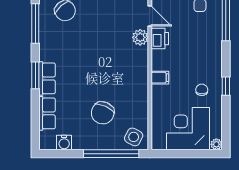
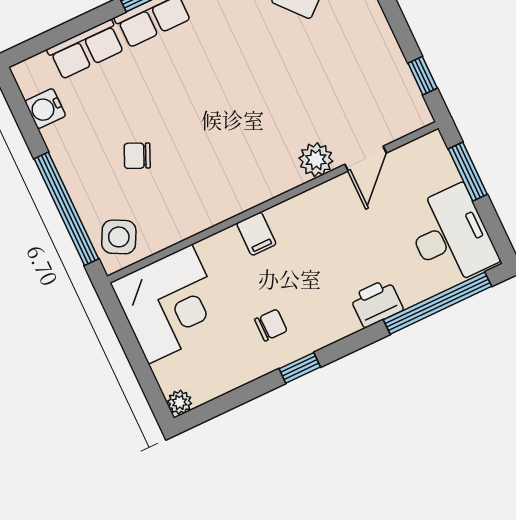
printer: (160, 39) -> (376, 303), moved, turned 180
chair: (103, 113) -> (137, 156), width x0.54, depth x0.54
corner desk: (188, 129) -> (170, 304), moved, turned 90

